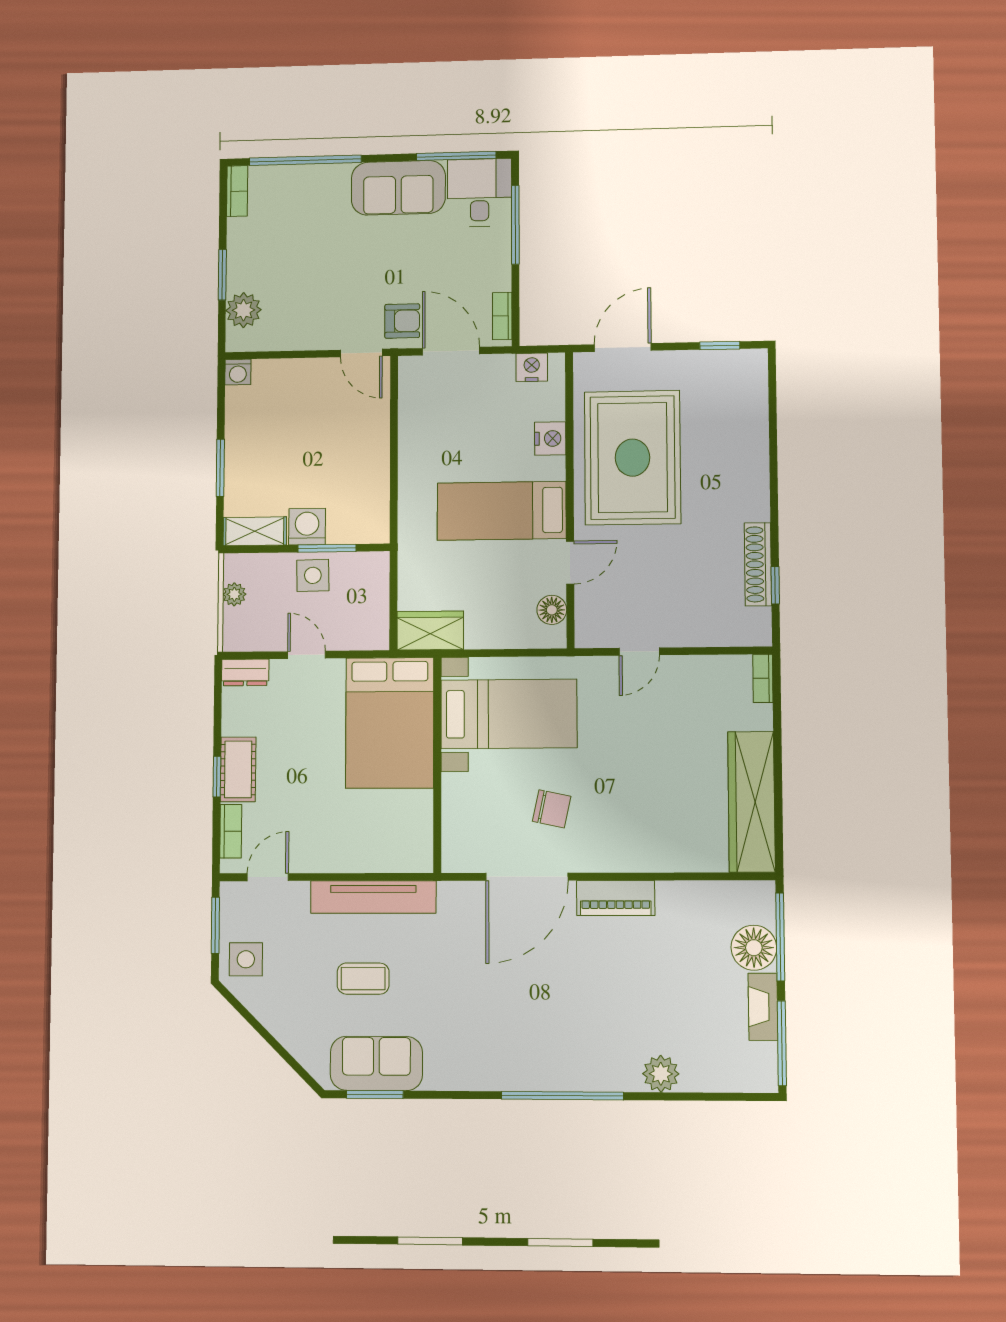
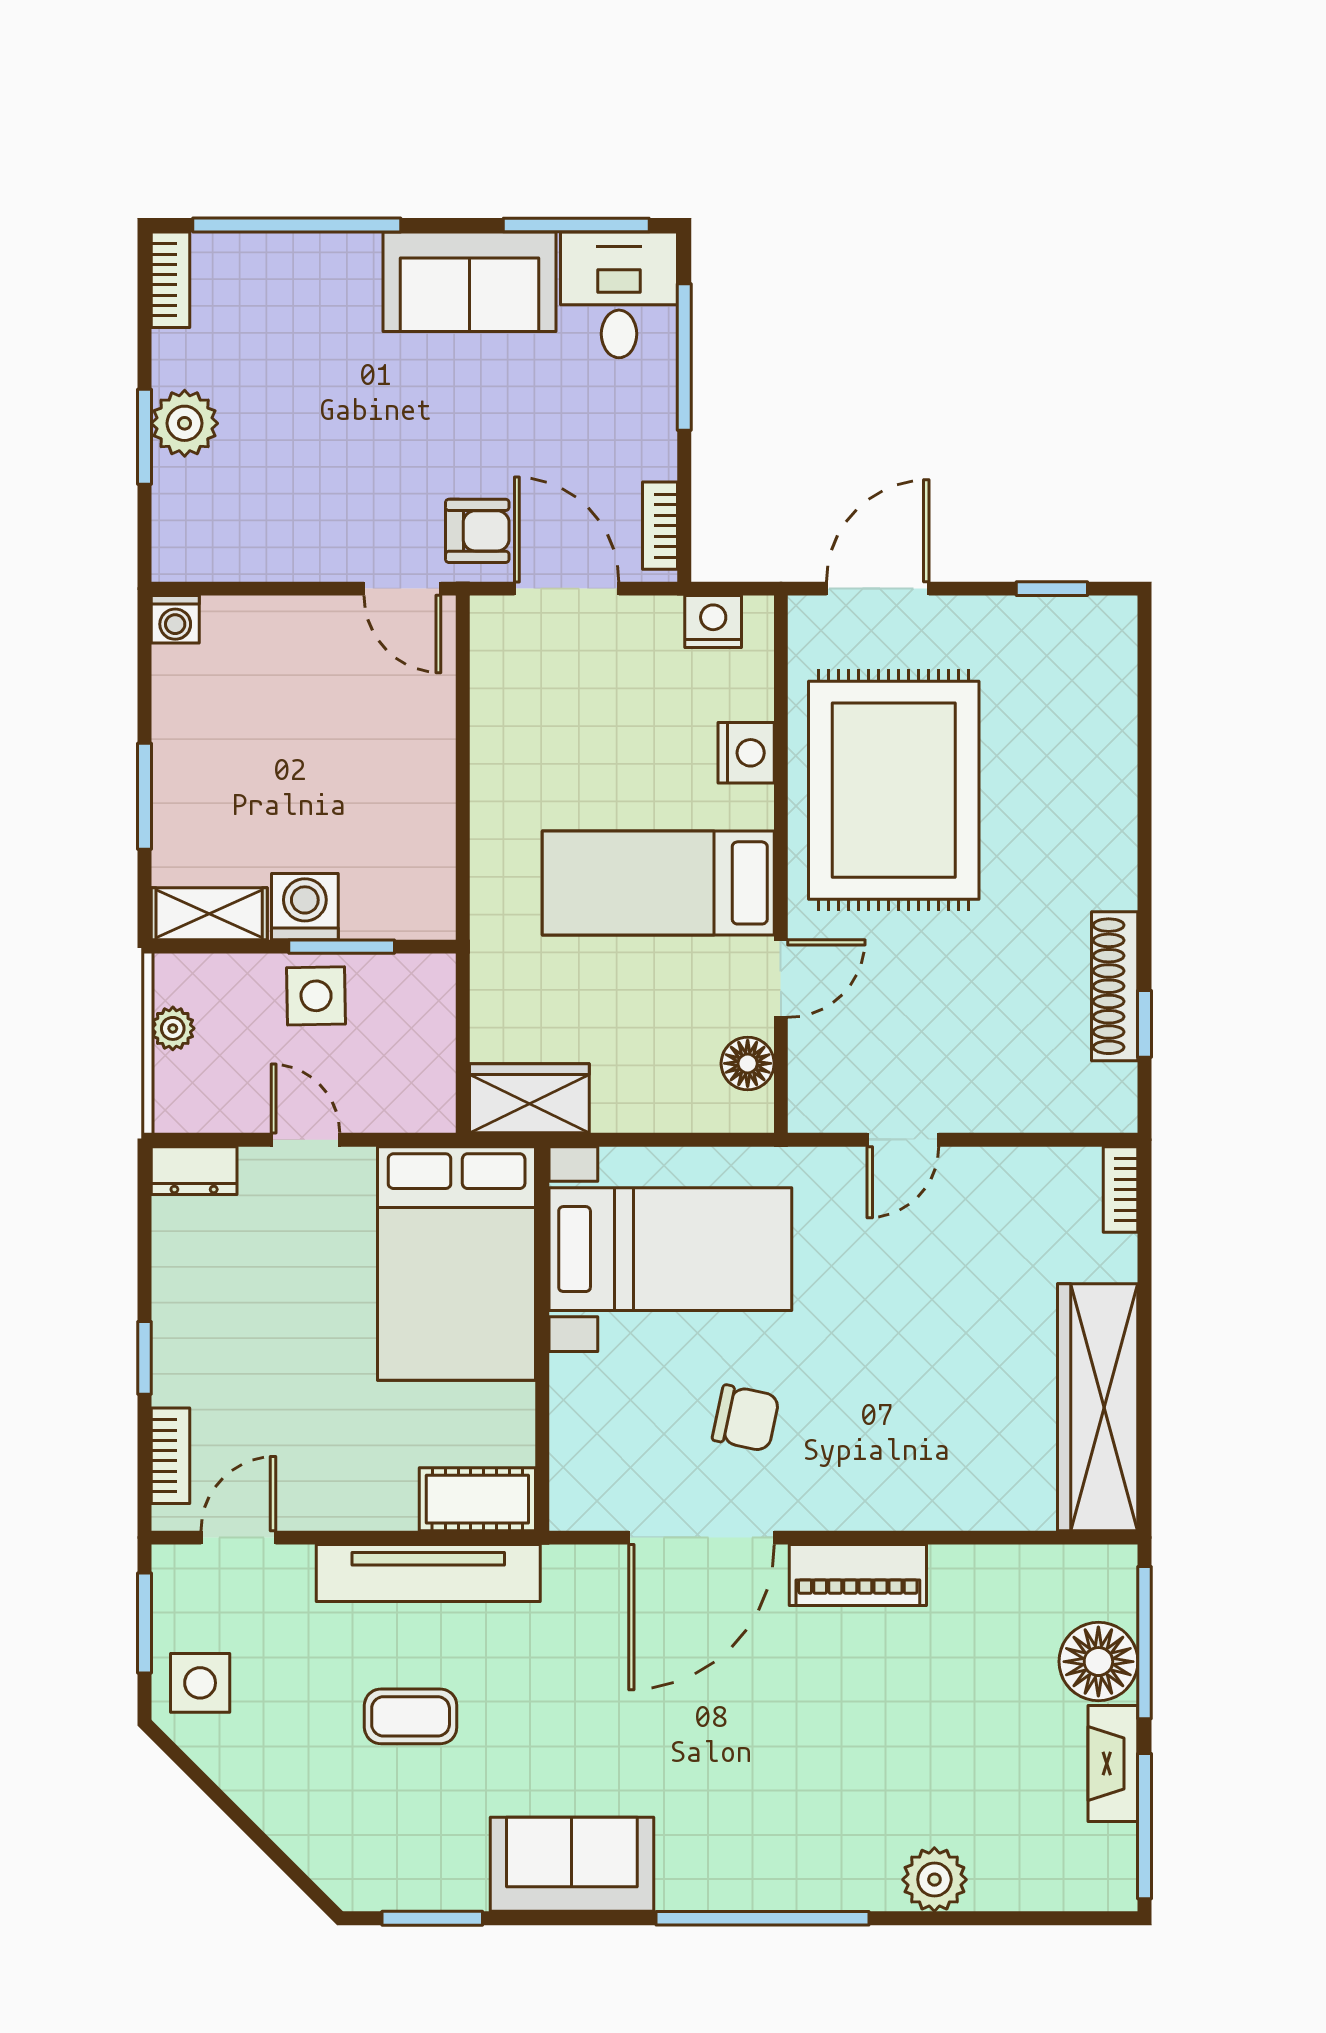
plant: (244, 310) -> (185, 423), moved
cot: (238, 769) -> (477, 1499), moved, turned 90
sofa: (376, 1063) -> (572, 1864), moved

